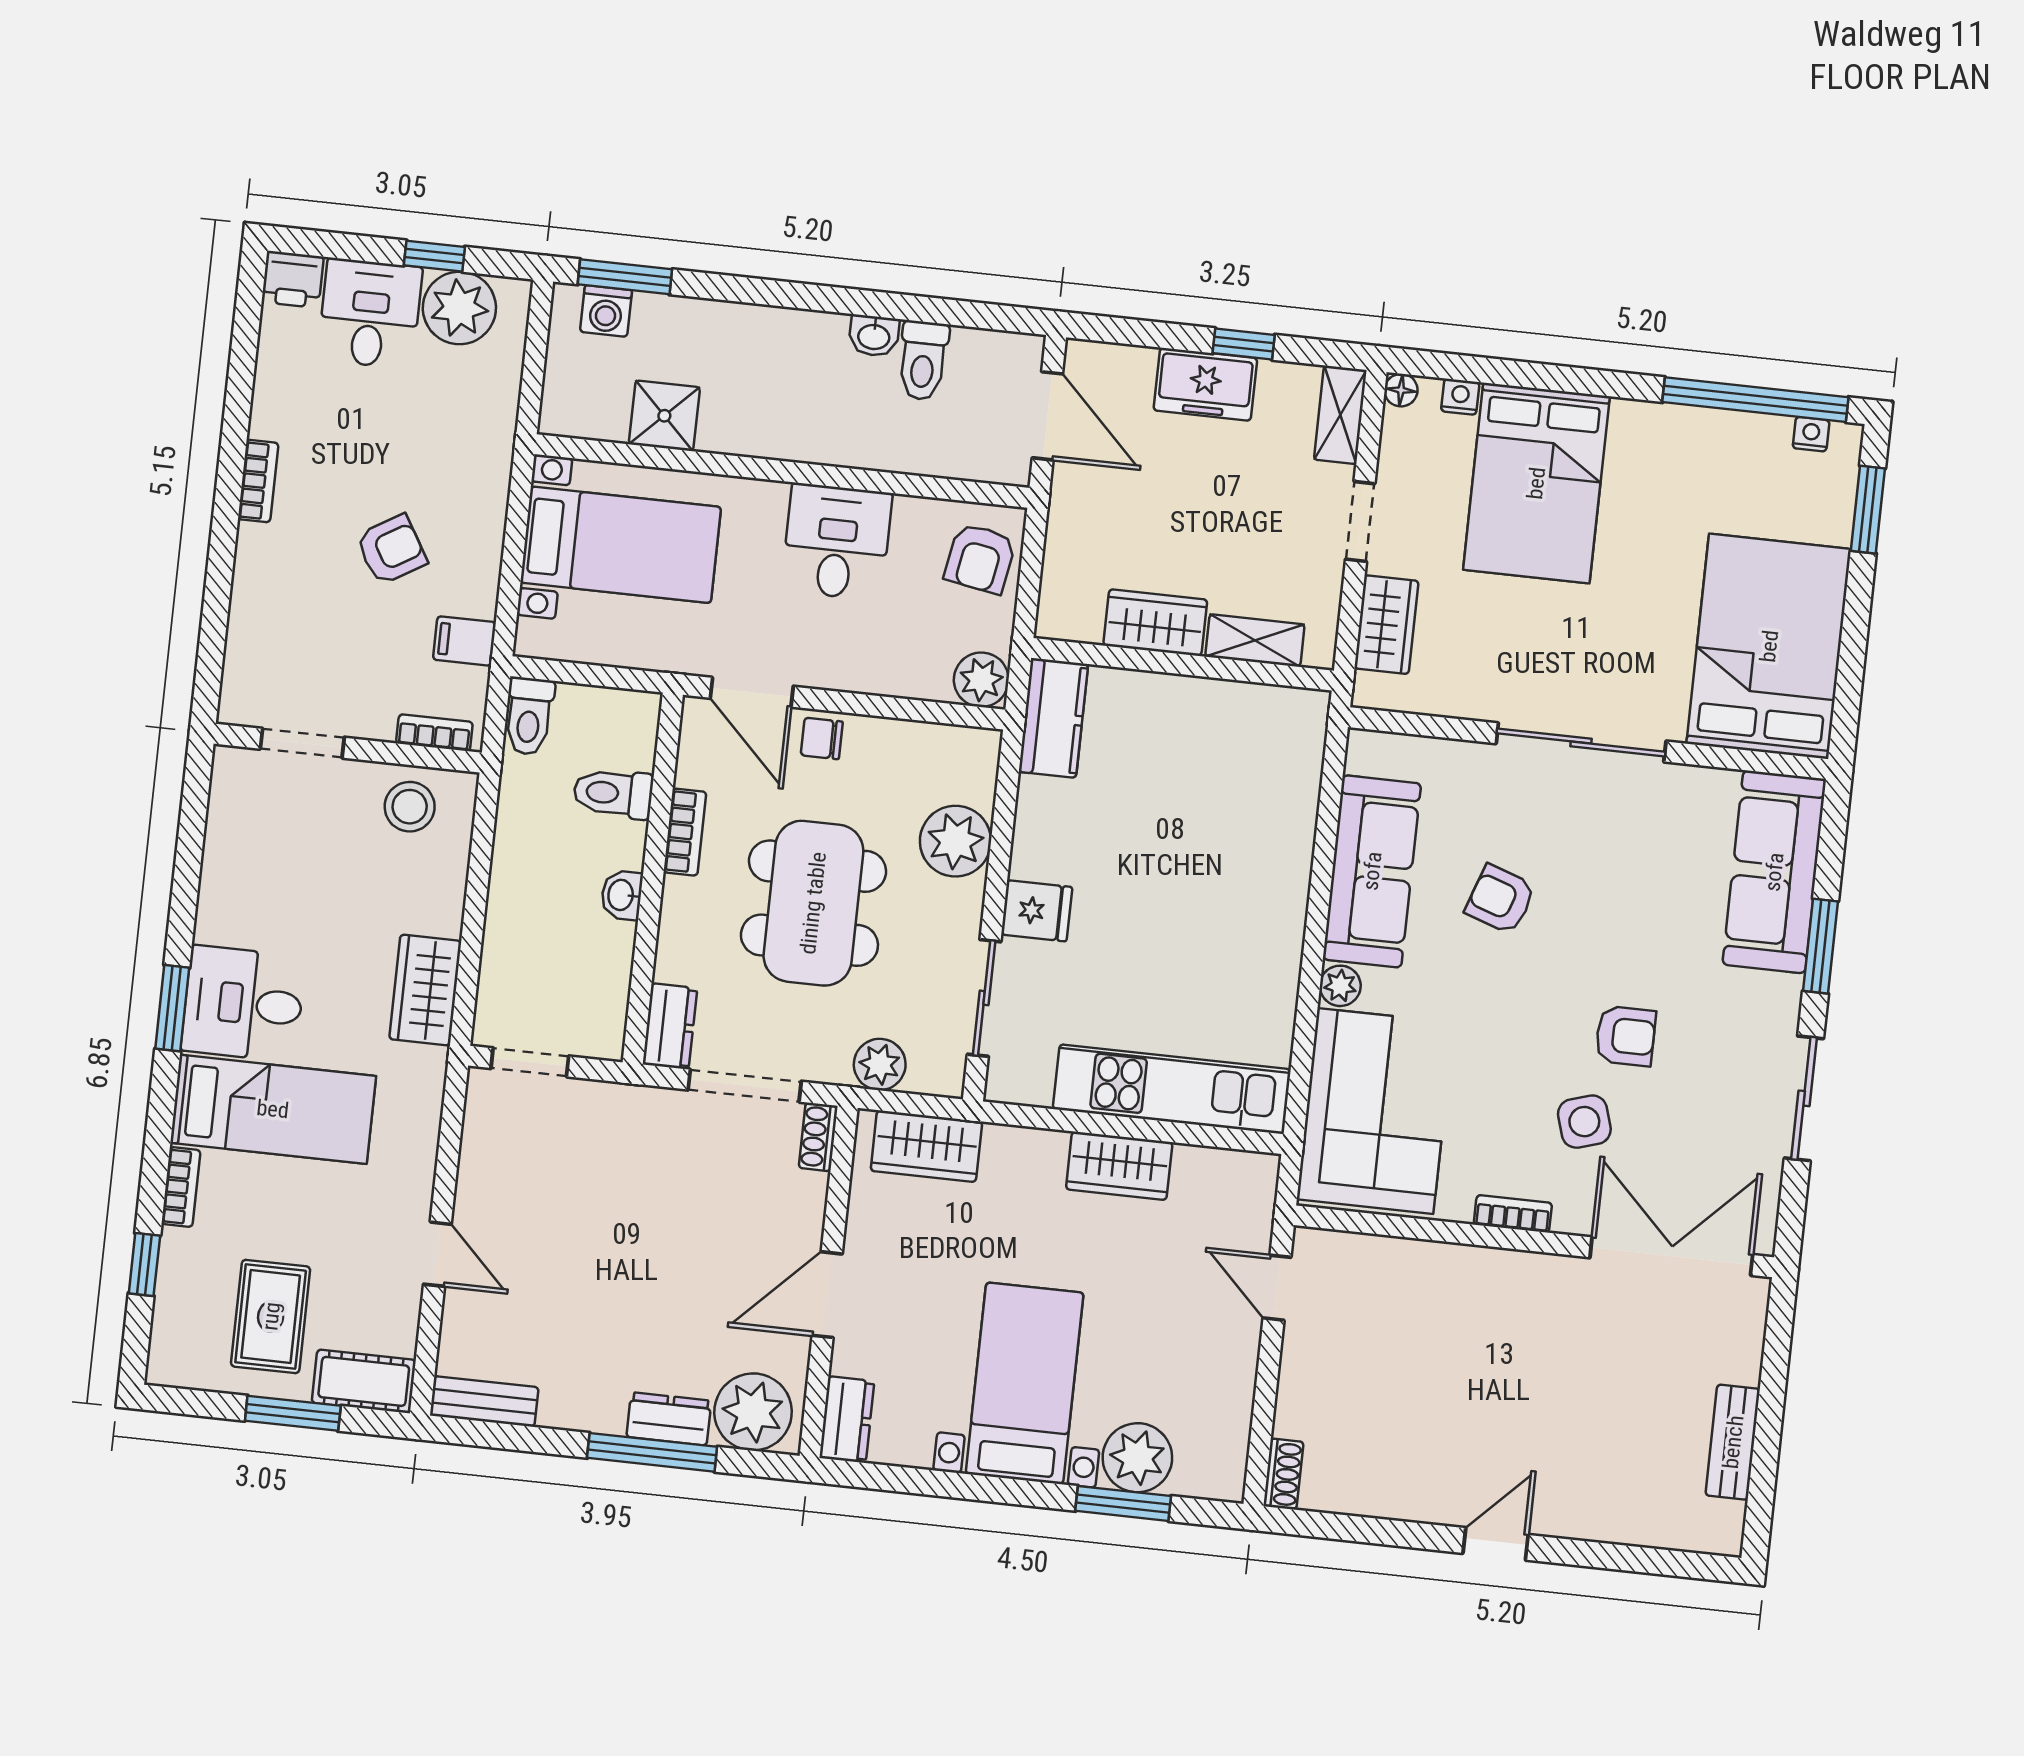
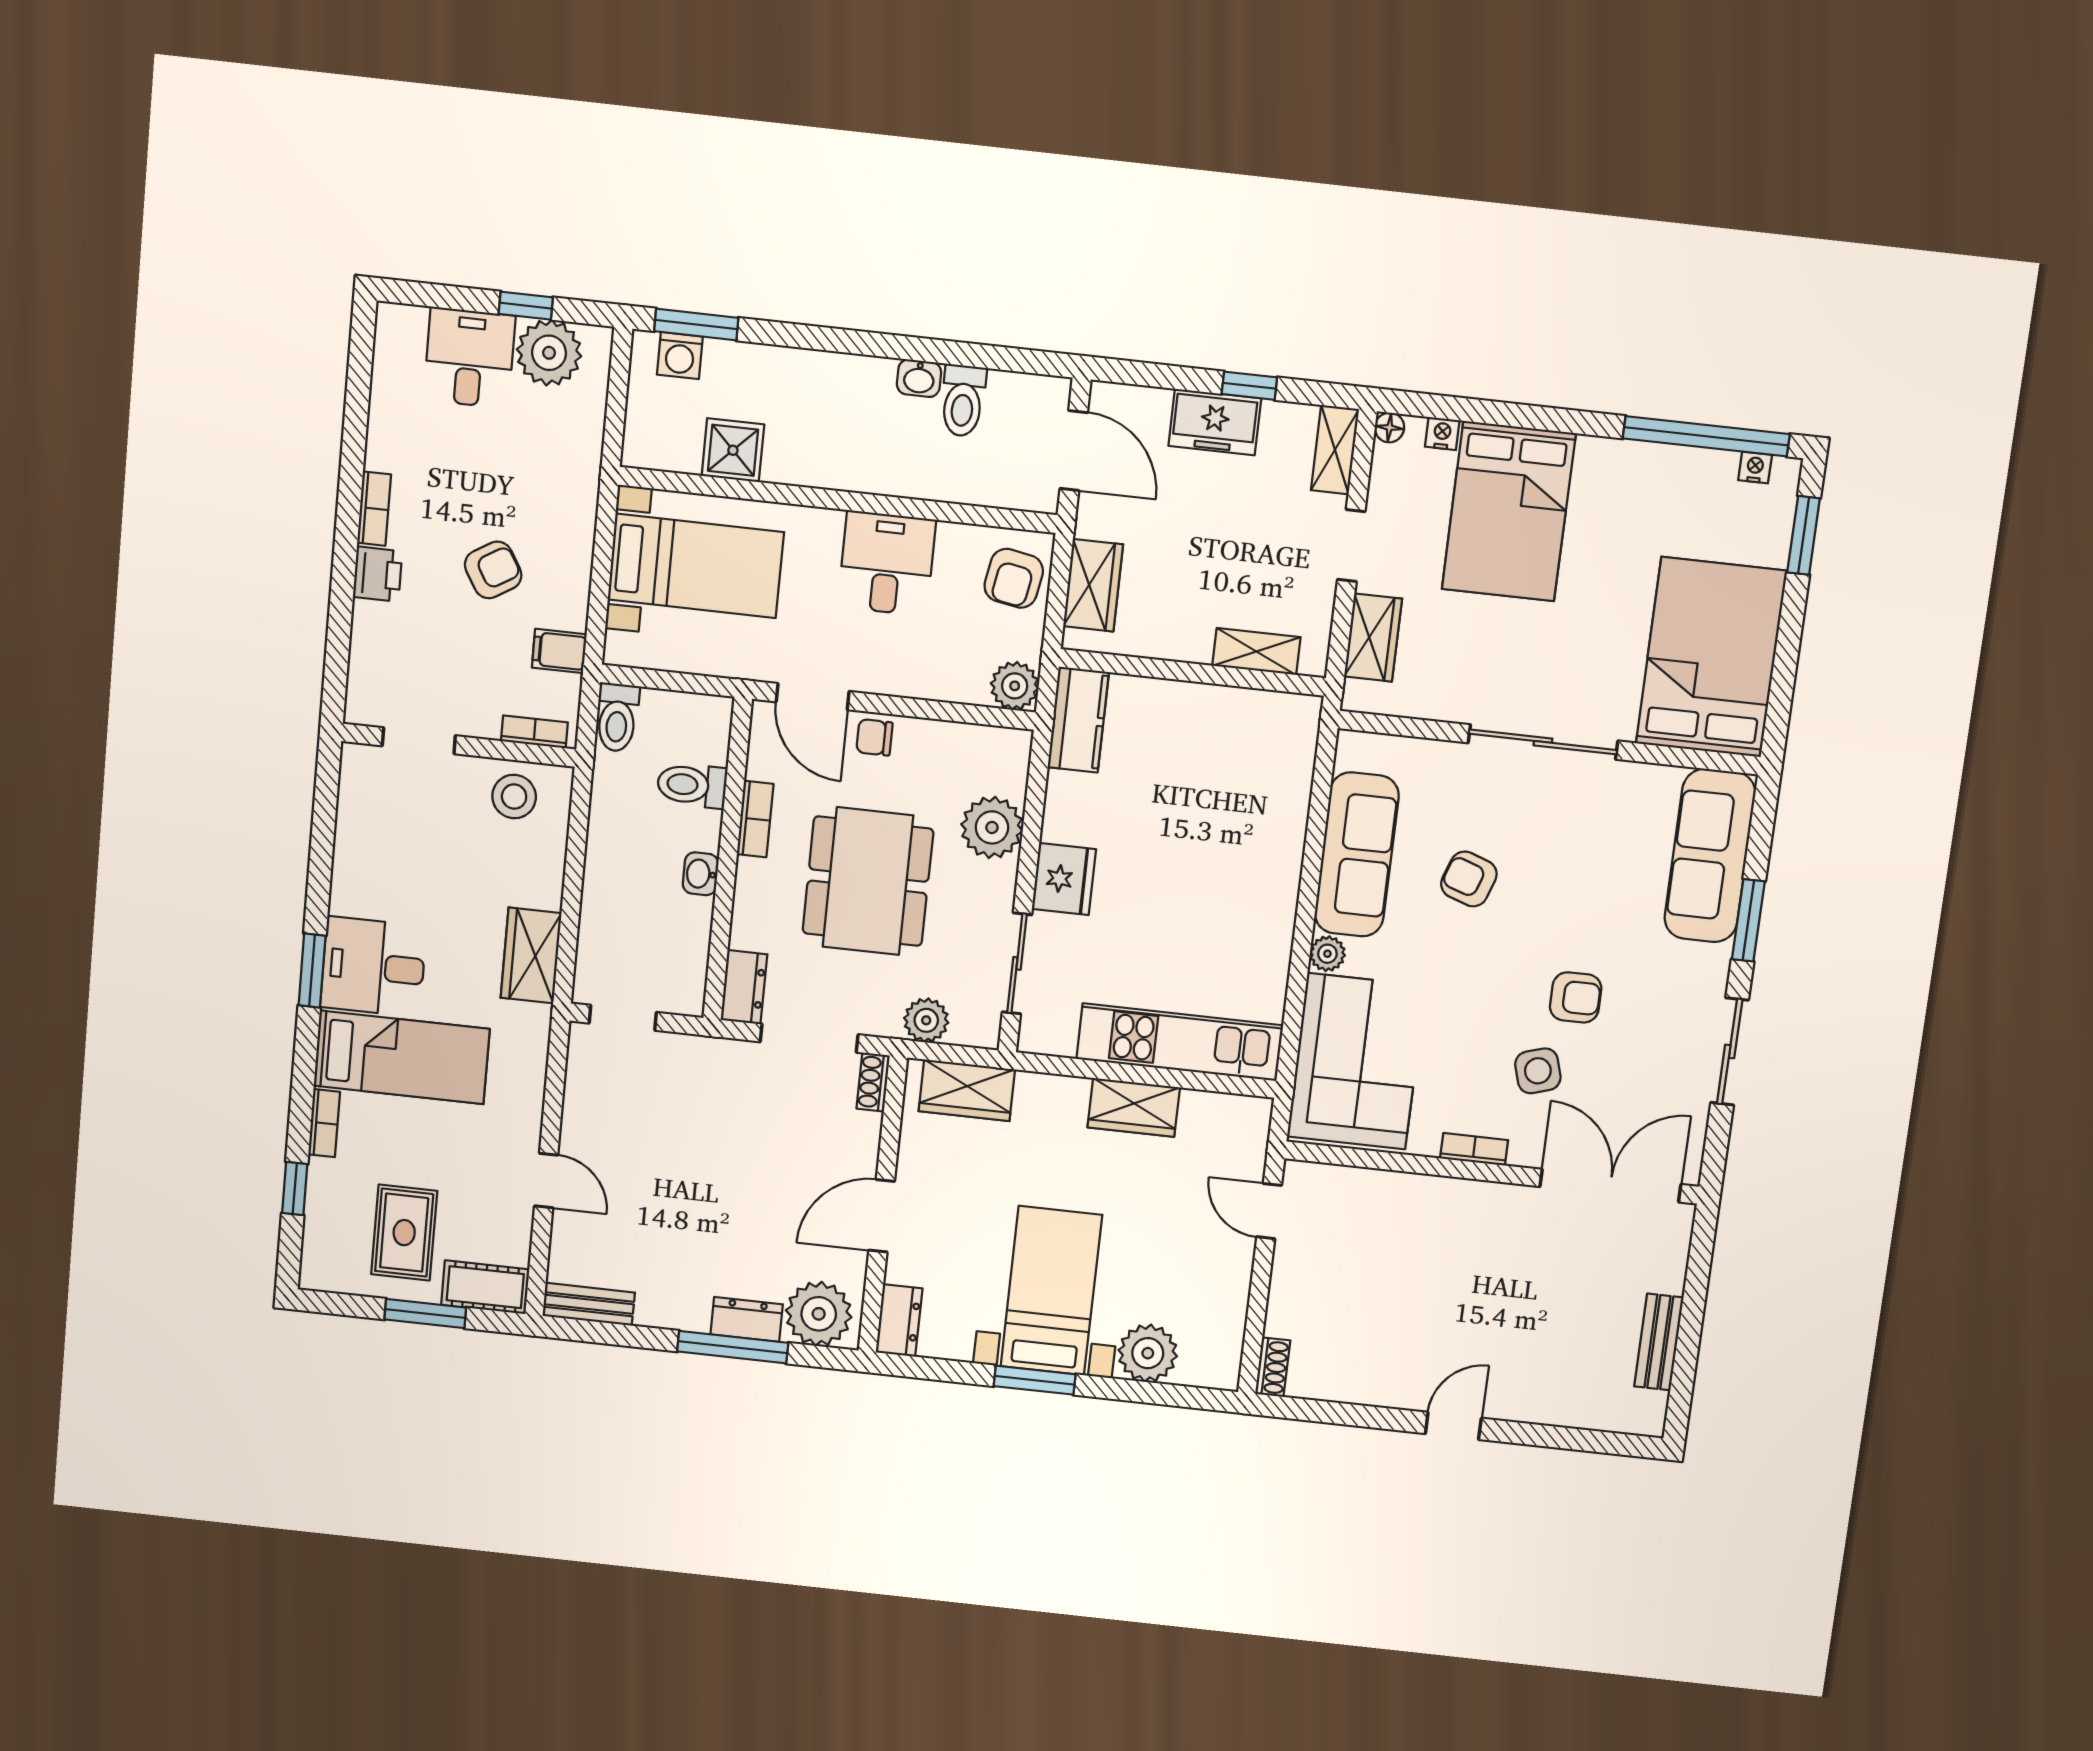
printer: (293, 279) -> (378, 574), moved, turned -90
wardrobe: (1155, 623) -> (1093, 585), moved, turned 90
fridge: (1037, 911) -> (1064, 879), width x1.38
window: (1123, 1503) -> (1035, 1380), moved

